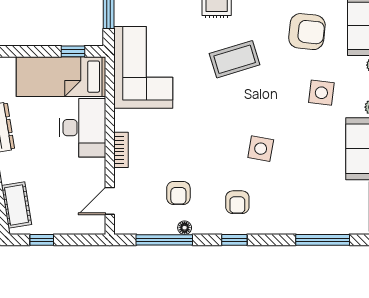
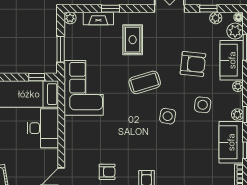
side table: (261, 149) -> (168, 116), moved
bookcase: (121, 150) -> (69, 143), removed
armchair: (178, 193) -> (107, 172), turned -90

